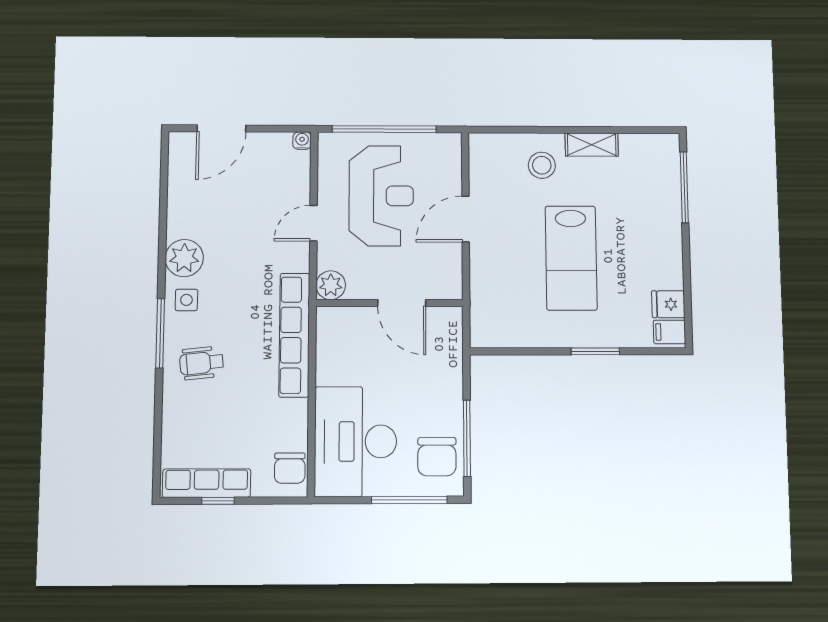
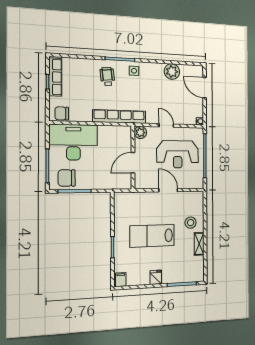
plant: (184, 258) -> (172, 72), moved
fridge: (668, 304) -> (156, 277), moved

